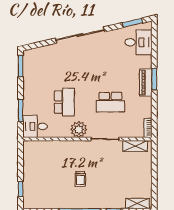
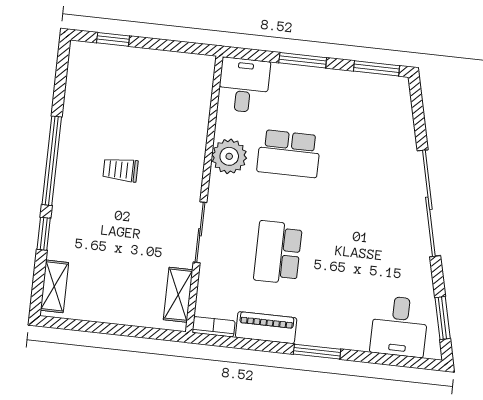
piano: (146, 82) -> (266, 328), moved
window: (21, 111) -> (303, 60), moved
plant: (79, 129) -> (229, 156), moved

